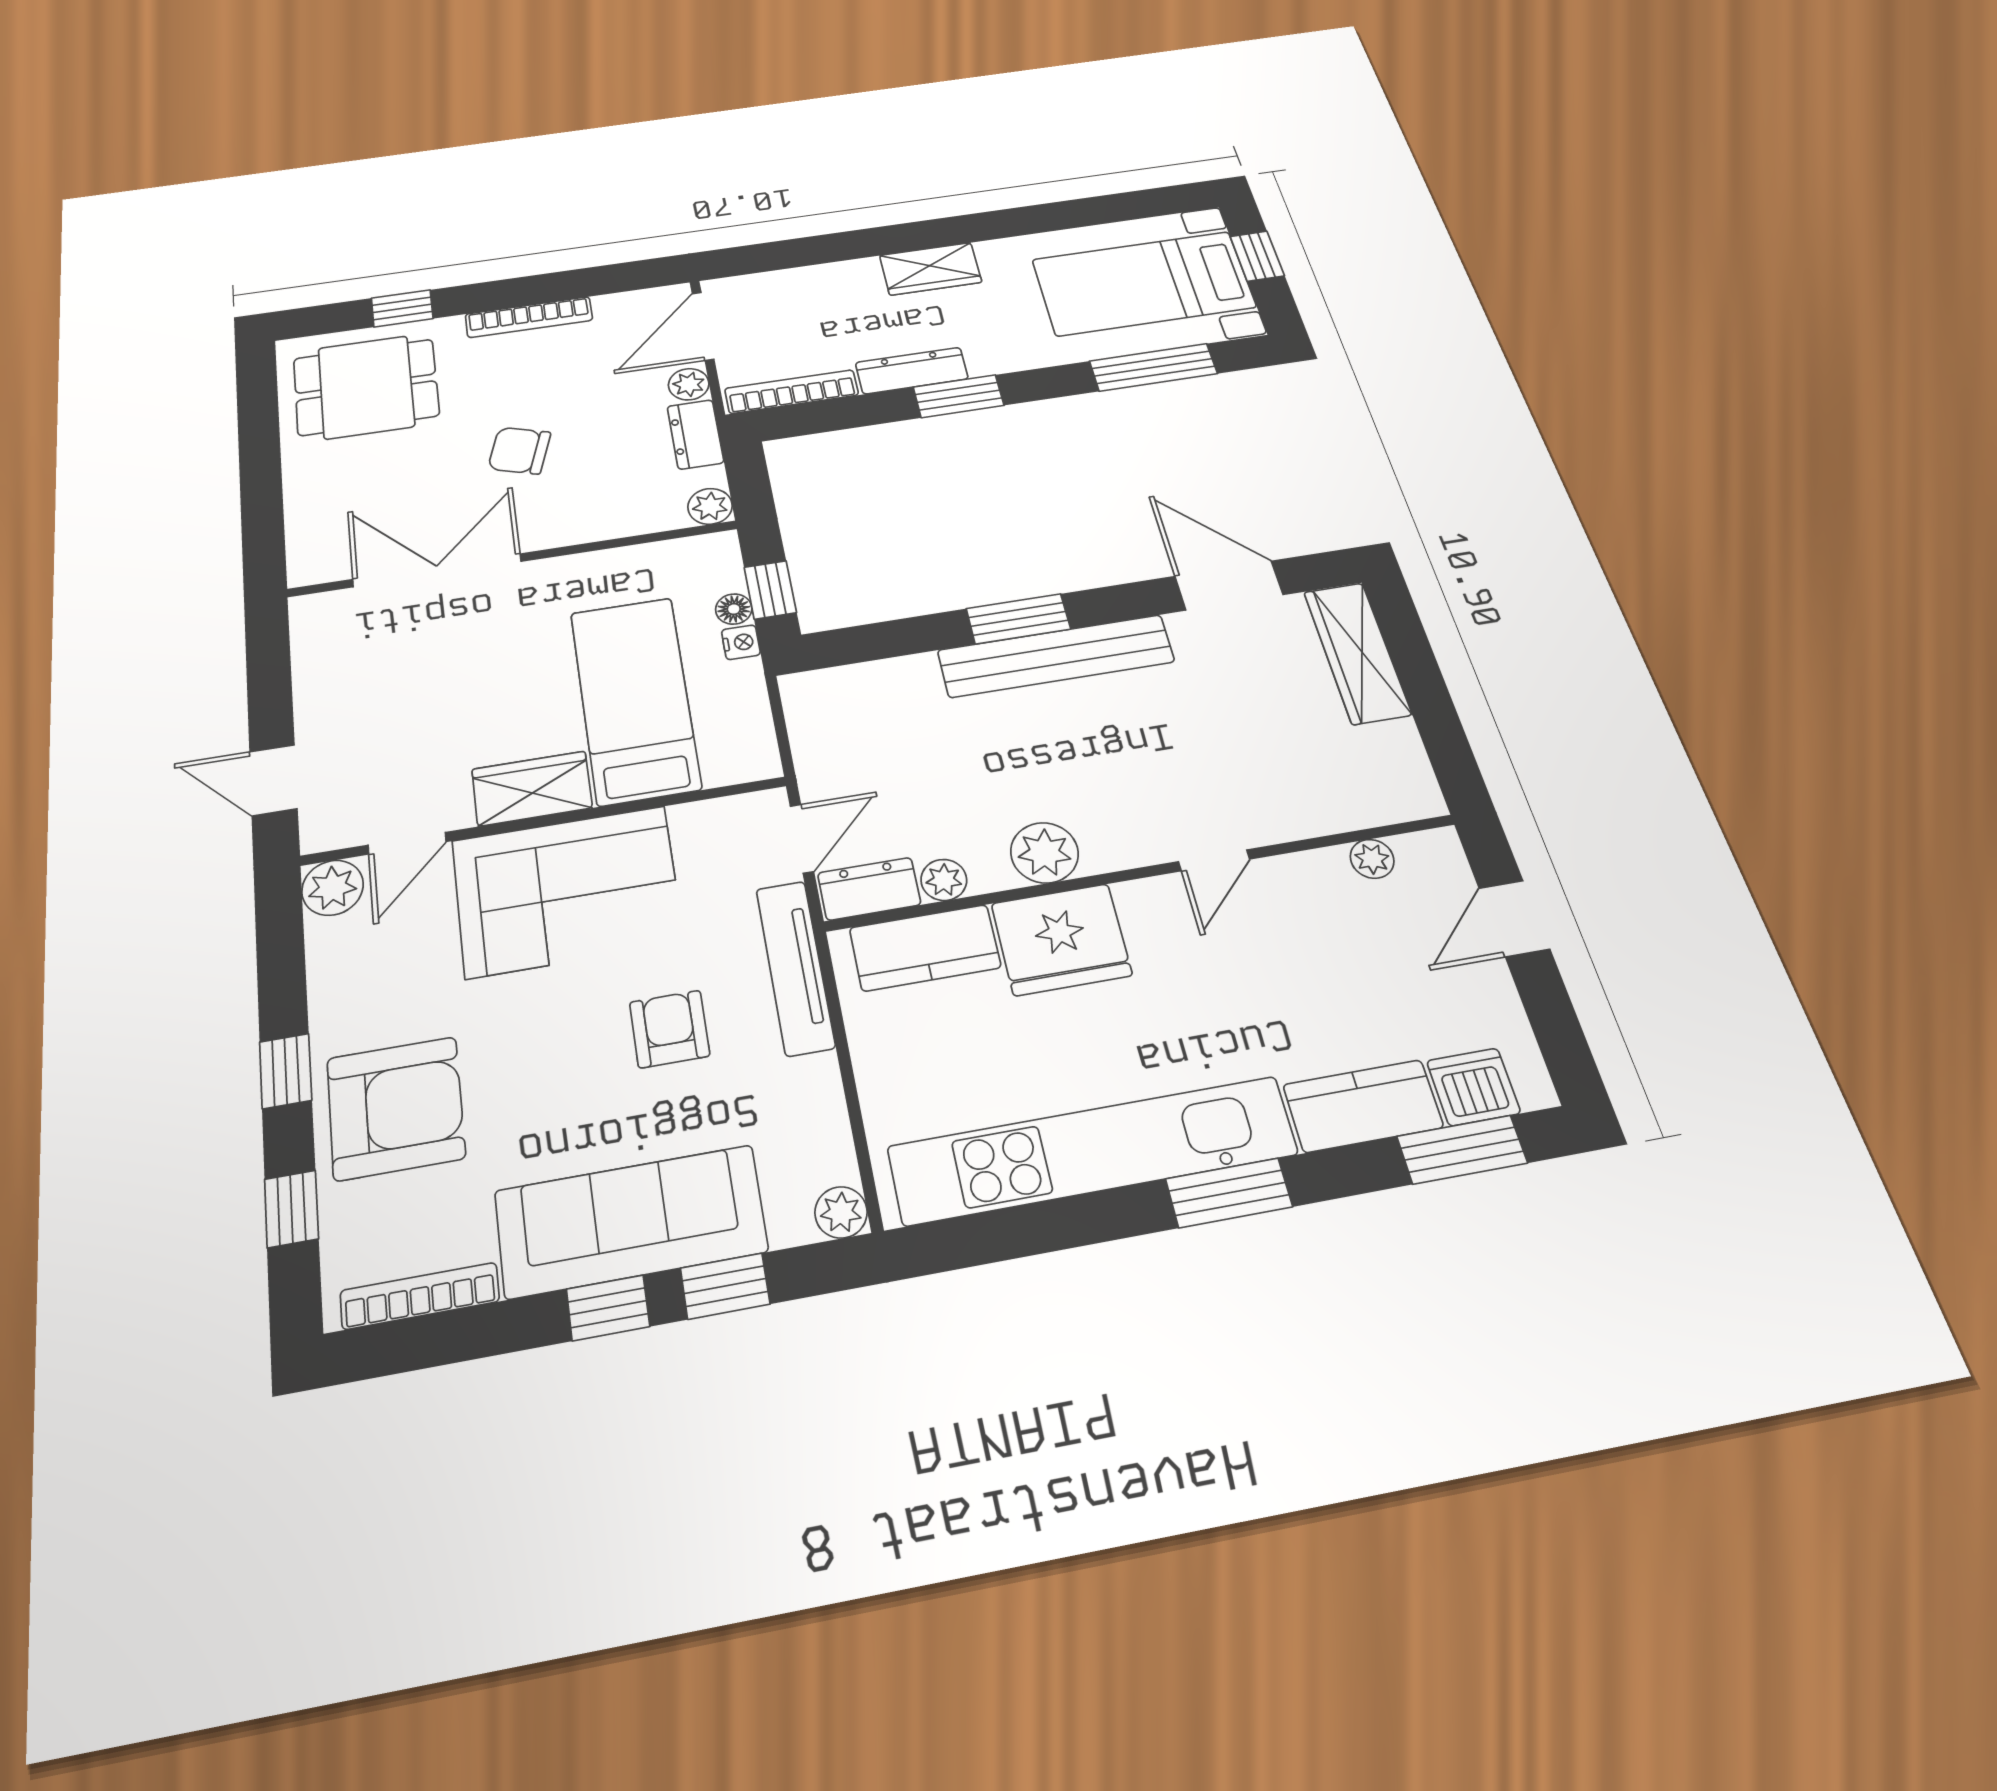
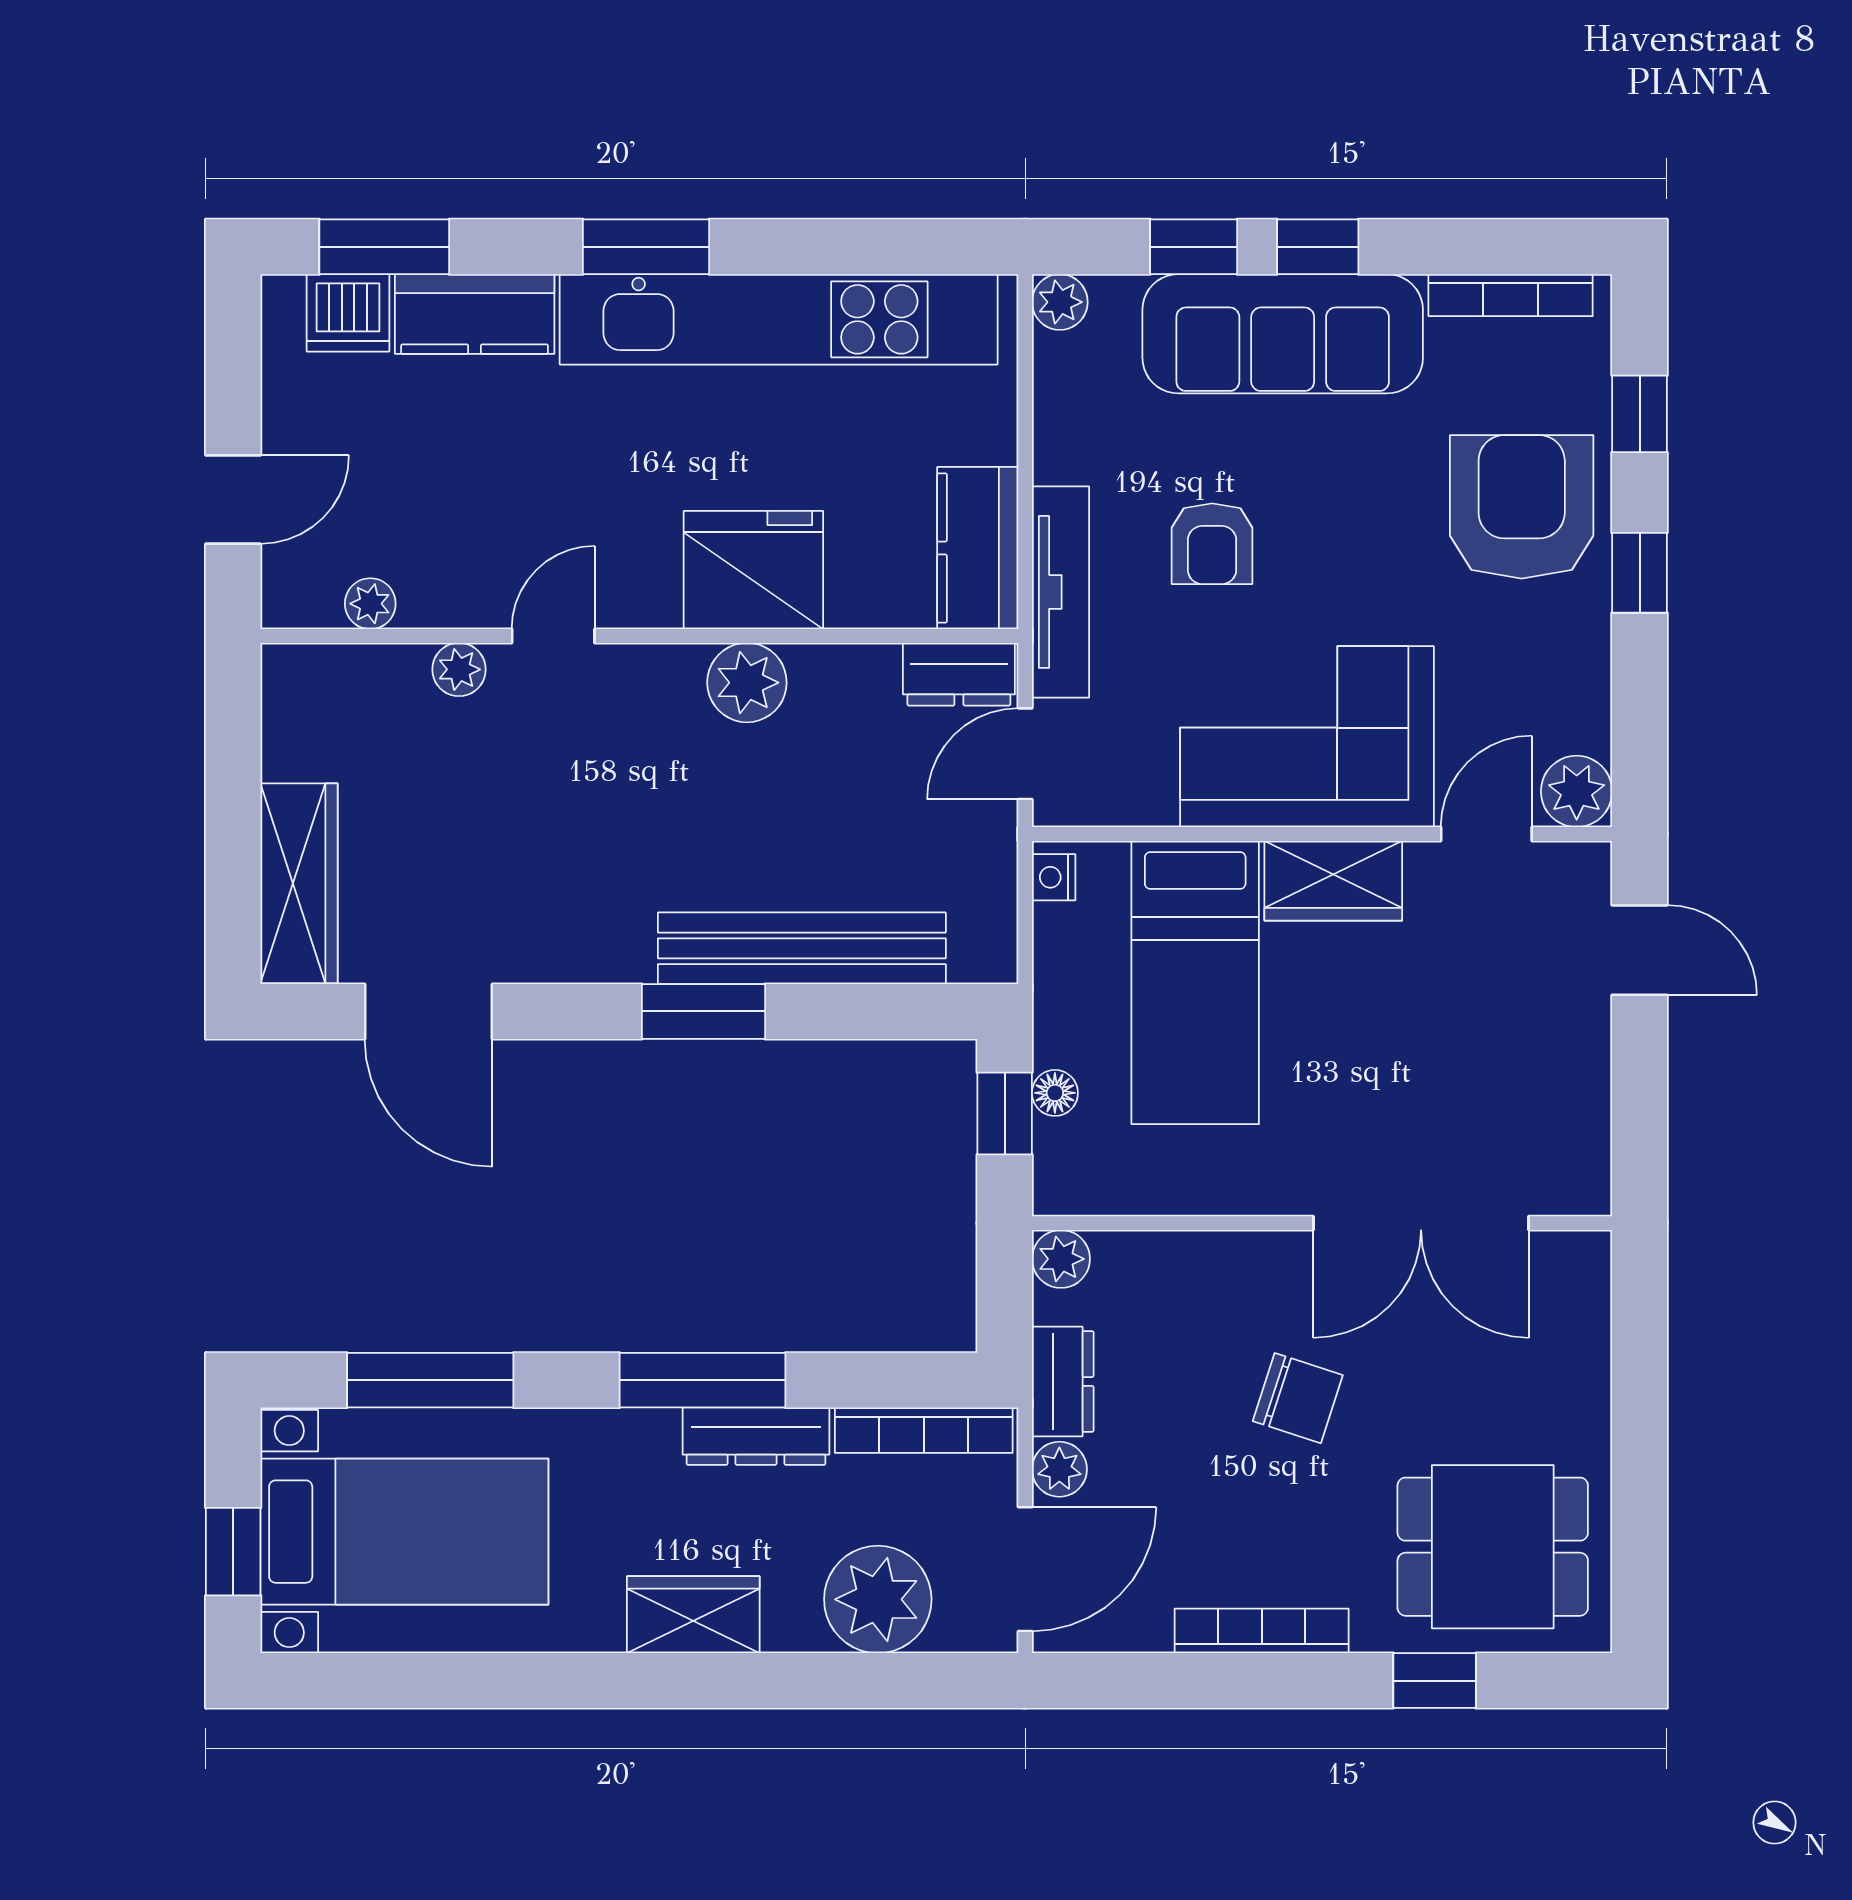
plant: (804, 295) -> (878, 1599), added
window: (958, 396) -> (703, 1380), width x1.44
nightstand: (741, 642) -> (1054, 877), moved
bench: (1056, 656) -> (802, 948), moved
plant: (944, 880) -> (459, 669), moved
kitchen counter: (925, 948) -> (978, 548), moved, turned -90
armchair: (396, 1108) -> (1522, 507), turned 90

